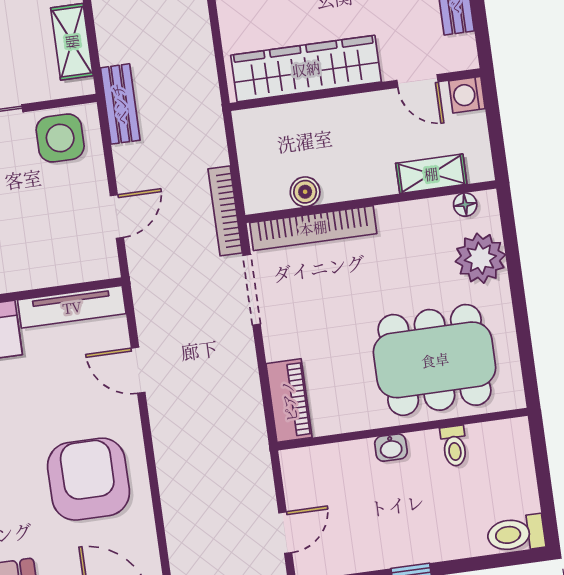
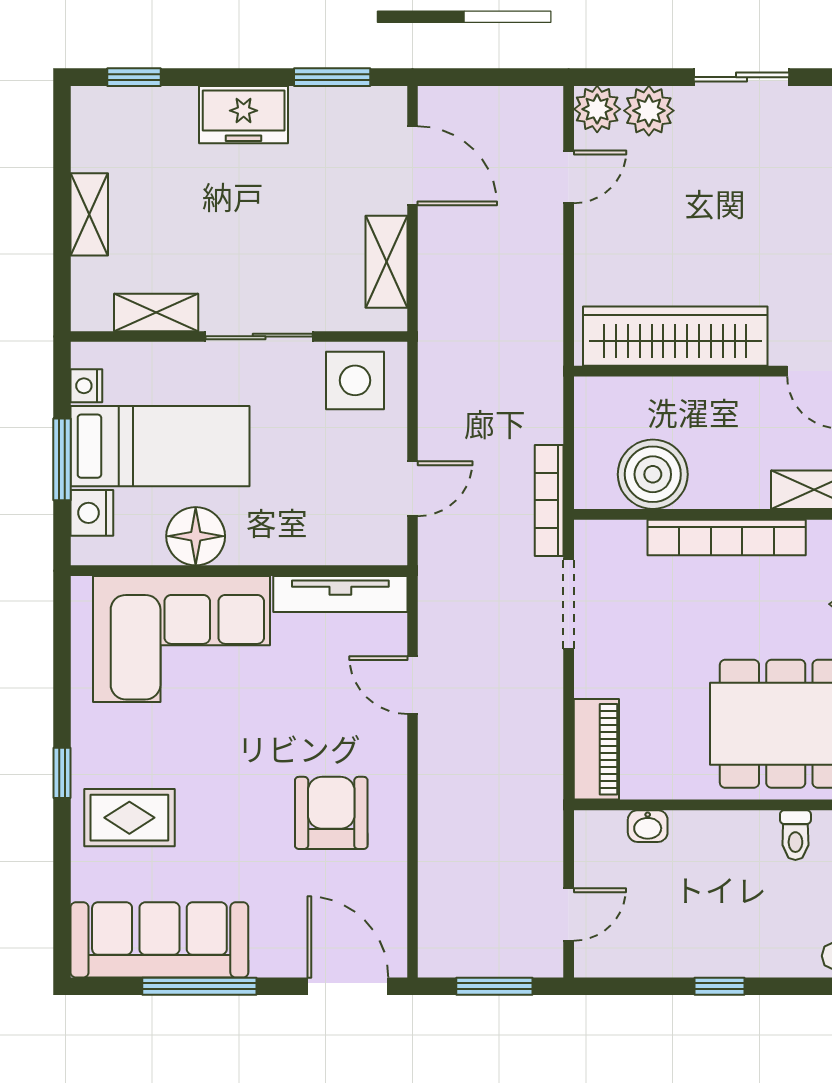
bench: (120, 104) -> (436, 348), removed
boiler: (305, 192) -> (653, 474), width x1.86, depth x1.86
bookcase: (313, 228) -> (727, 537), moved
washbasin: (391, 448) -> (648, 826), moved
armchair: (89, 479) -> (331, 813), width x0.73, depth x0.73

